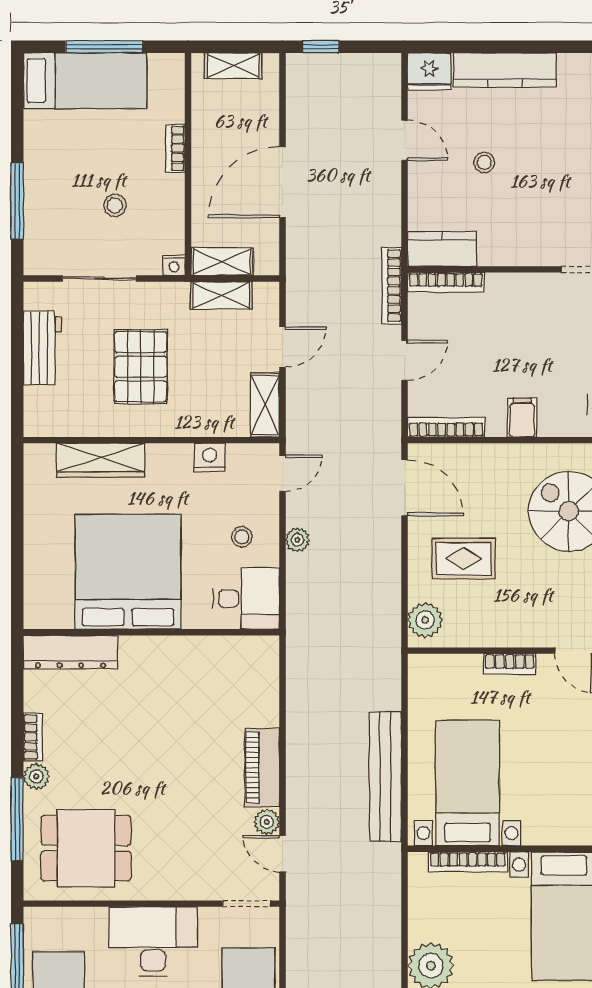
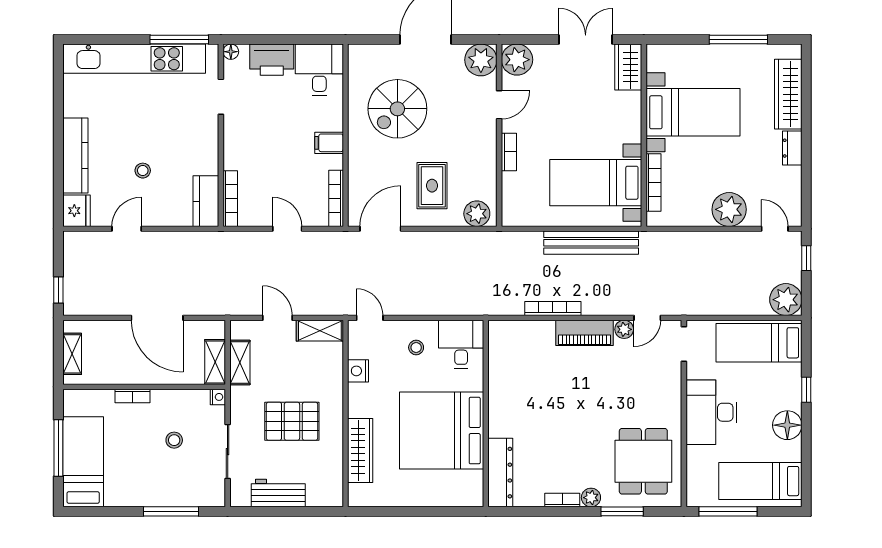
bookcase: (392, 286) -> (553, 308), moved, turned 180
plant: (297, 540) -> (418, 307), removed
window: (17, 819) -> (622, 511), width x0.69

